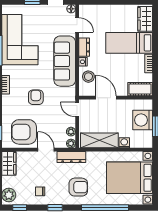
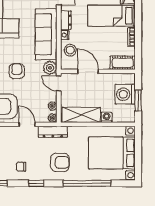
plant: (69, 94) -> (50, 68), added

